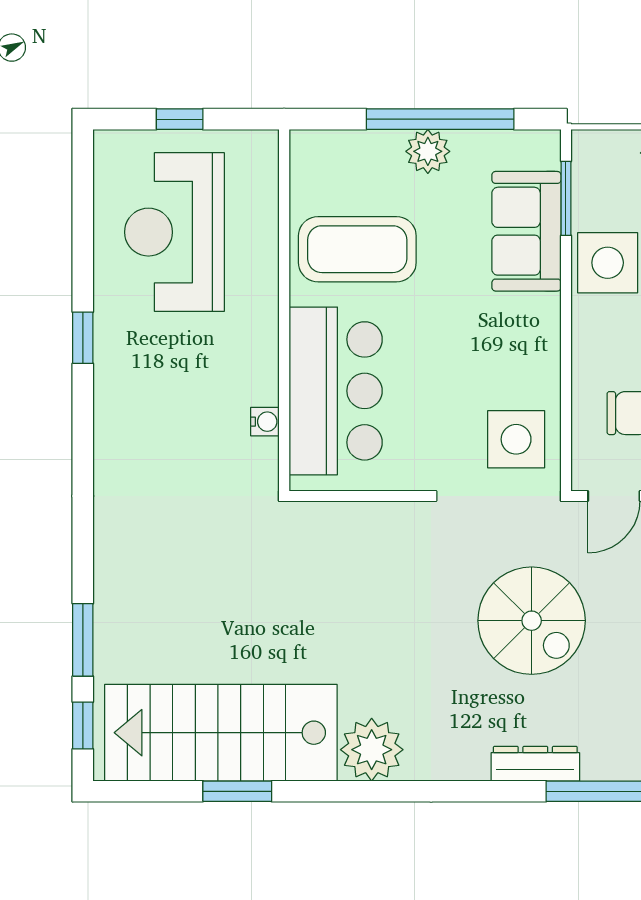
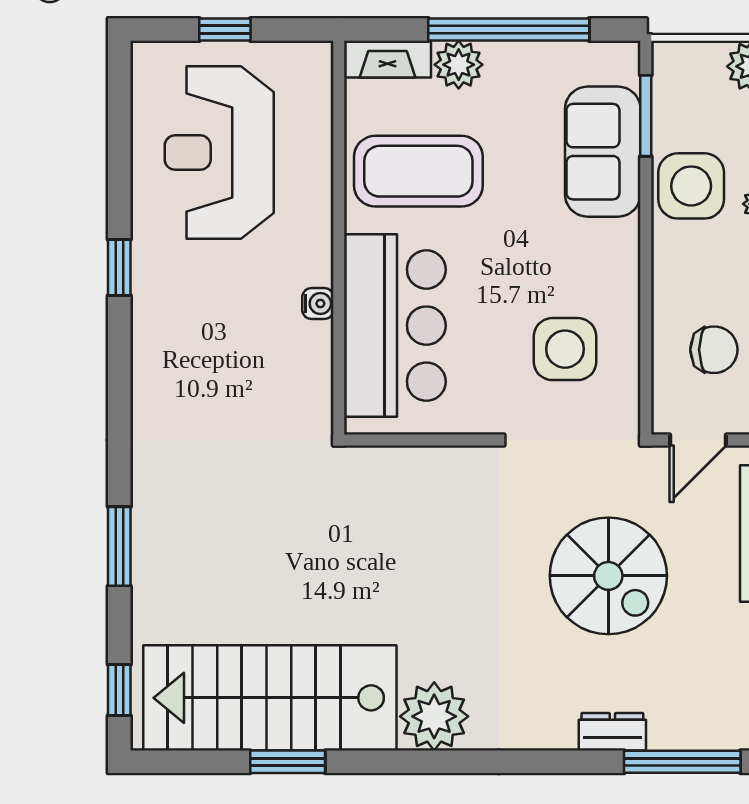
fireplace: (329, 146) -> (387, 59), added
plant: (428, 151) -> (459, 65), moved
water cooler: (265, 422) -> (318, 304), moved
side table: (516, 439) -> (565, 349), moved
window: (83, 640) -> (119, 546), moved
dresser: (535, 764) -> (612, 732), width x0.70

